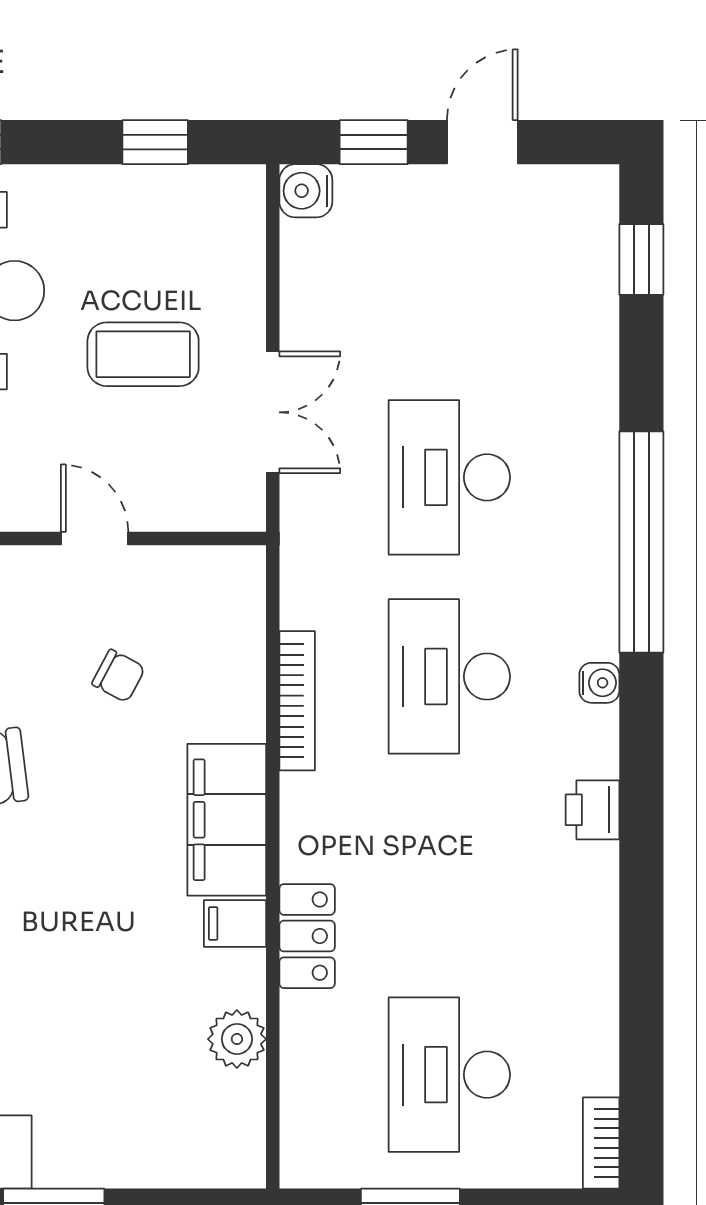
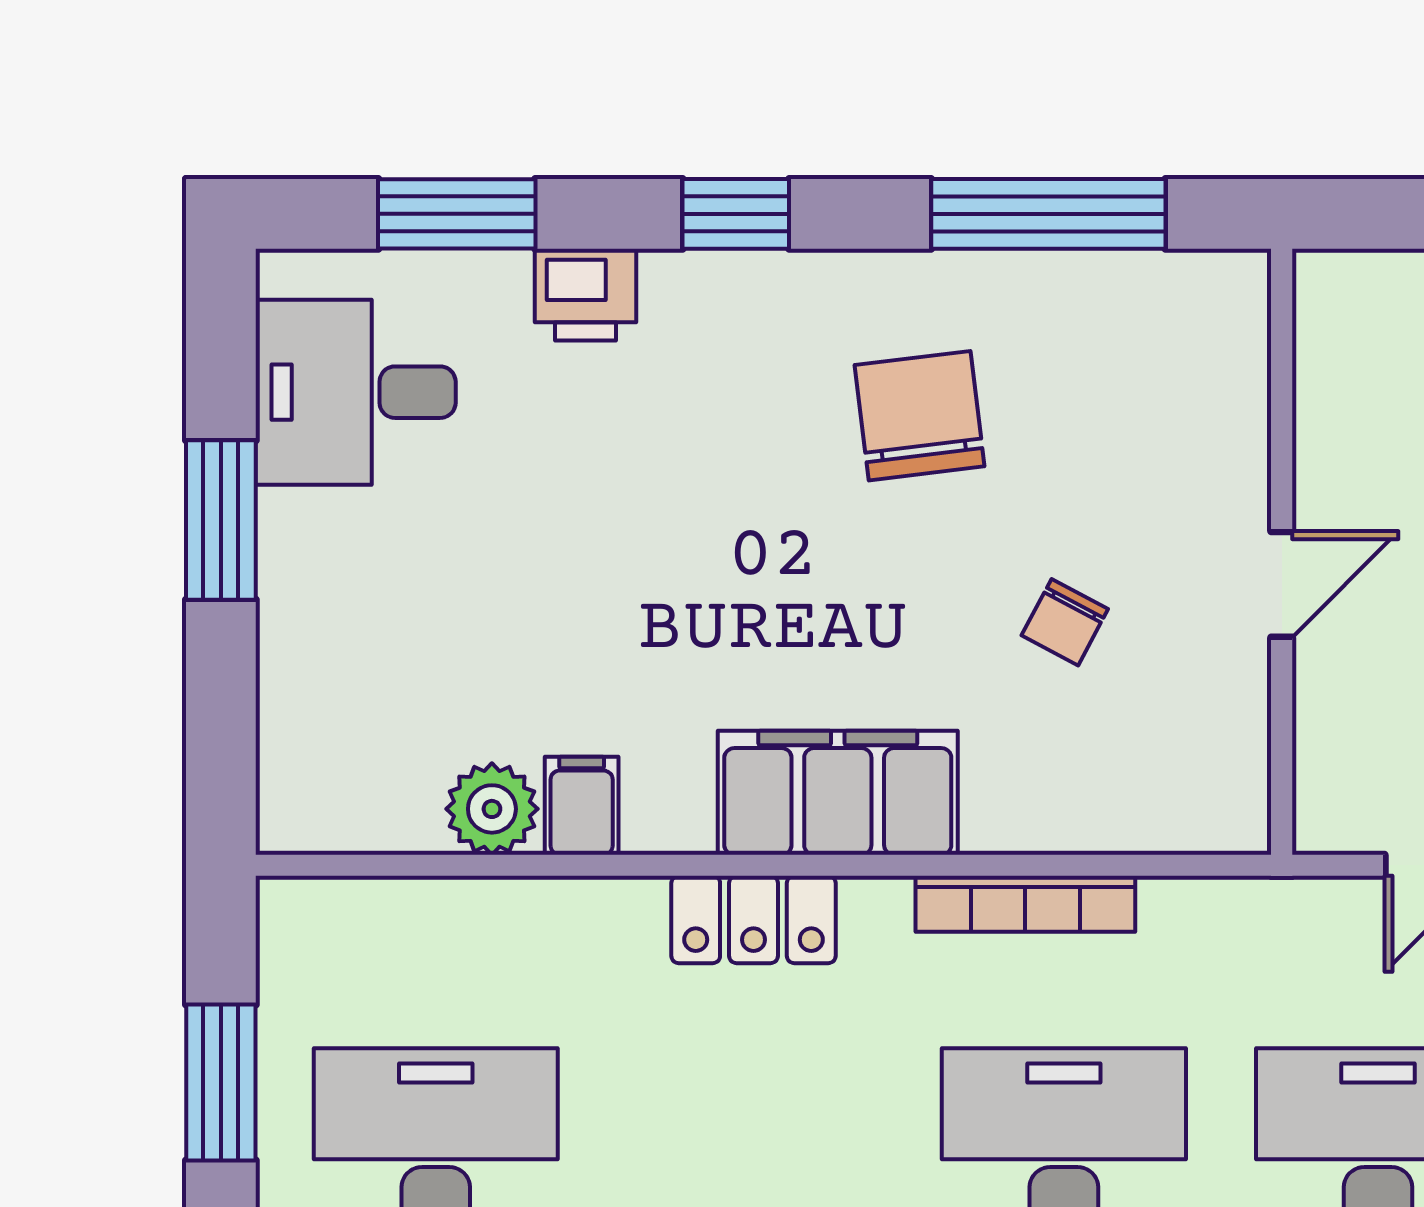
filing cabinet: (235, 923) -> (582, 806), moved
locker: (307, 936) -> (753, 919), moved

